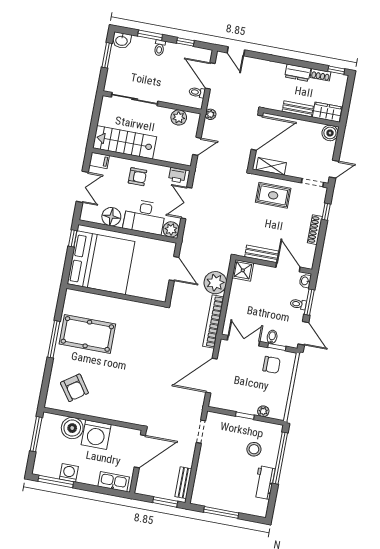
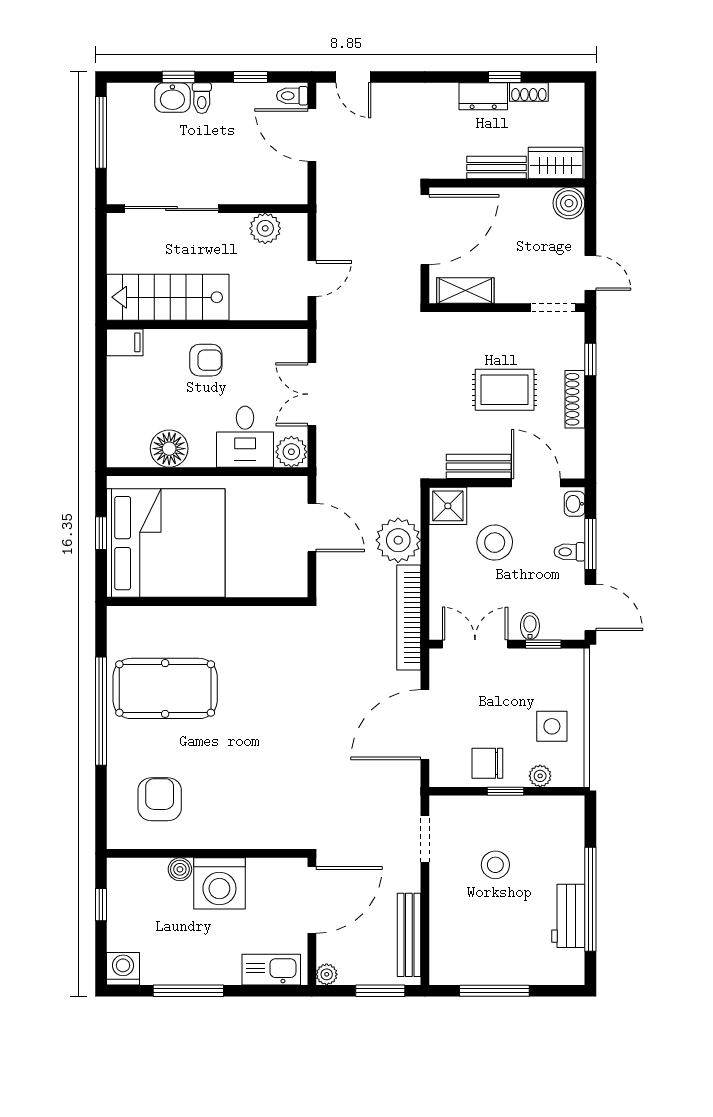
window: (150, 35) -> (178, 77), width x0.67
washbasin: (122, 40) -> (172, 98), moved
window: (107, 55) -> (101, 132), width x1.44
window: (336, 70) -> (505, 77), moved
toilet: (197, 92) -> (292, 96), moved
plant: (210, 114) -> (327, 974), moved
door: (334, 169) -> (590, 273), hinge flipped
printer: (177, 175) -> (284, 343), removed
double door: (82, 187) -> (101, 401), removed
rug: (273, 195) -> (505, 390), moved
desk: (144, 217) -> (245, 437), width x0.73
window: (73, 238) -> (101, 533), moved
stool: (262, 293) -> (495, 543), added
window: (54, 339) -> (101, 711), width x1.46
chair: (272, 365) -> (487, 763), moved, turned 180
armchair: (74, 388) -> (160, 799), turned -145
side table: (274, 388) -> (552, 726), added
boiler: (72, 428) -> (180, 869), width x0.54, depth x0.54
window: (36, 434) -> (101, 905), width x0.46
stool: (254, 449) -> (495, 865), moved
window: (280, 458) -> (590, 899), moved
washing machine: (69, 473) -> (123, 969), moved
window: (56, 482) -> (188, 991), moved
bench: (183, 483) -> (409, 935), width x1.36

